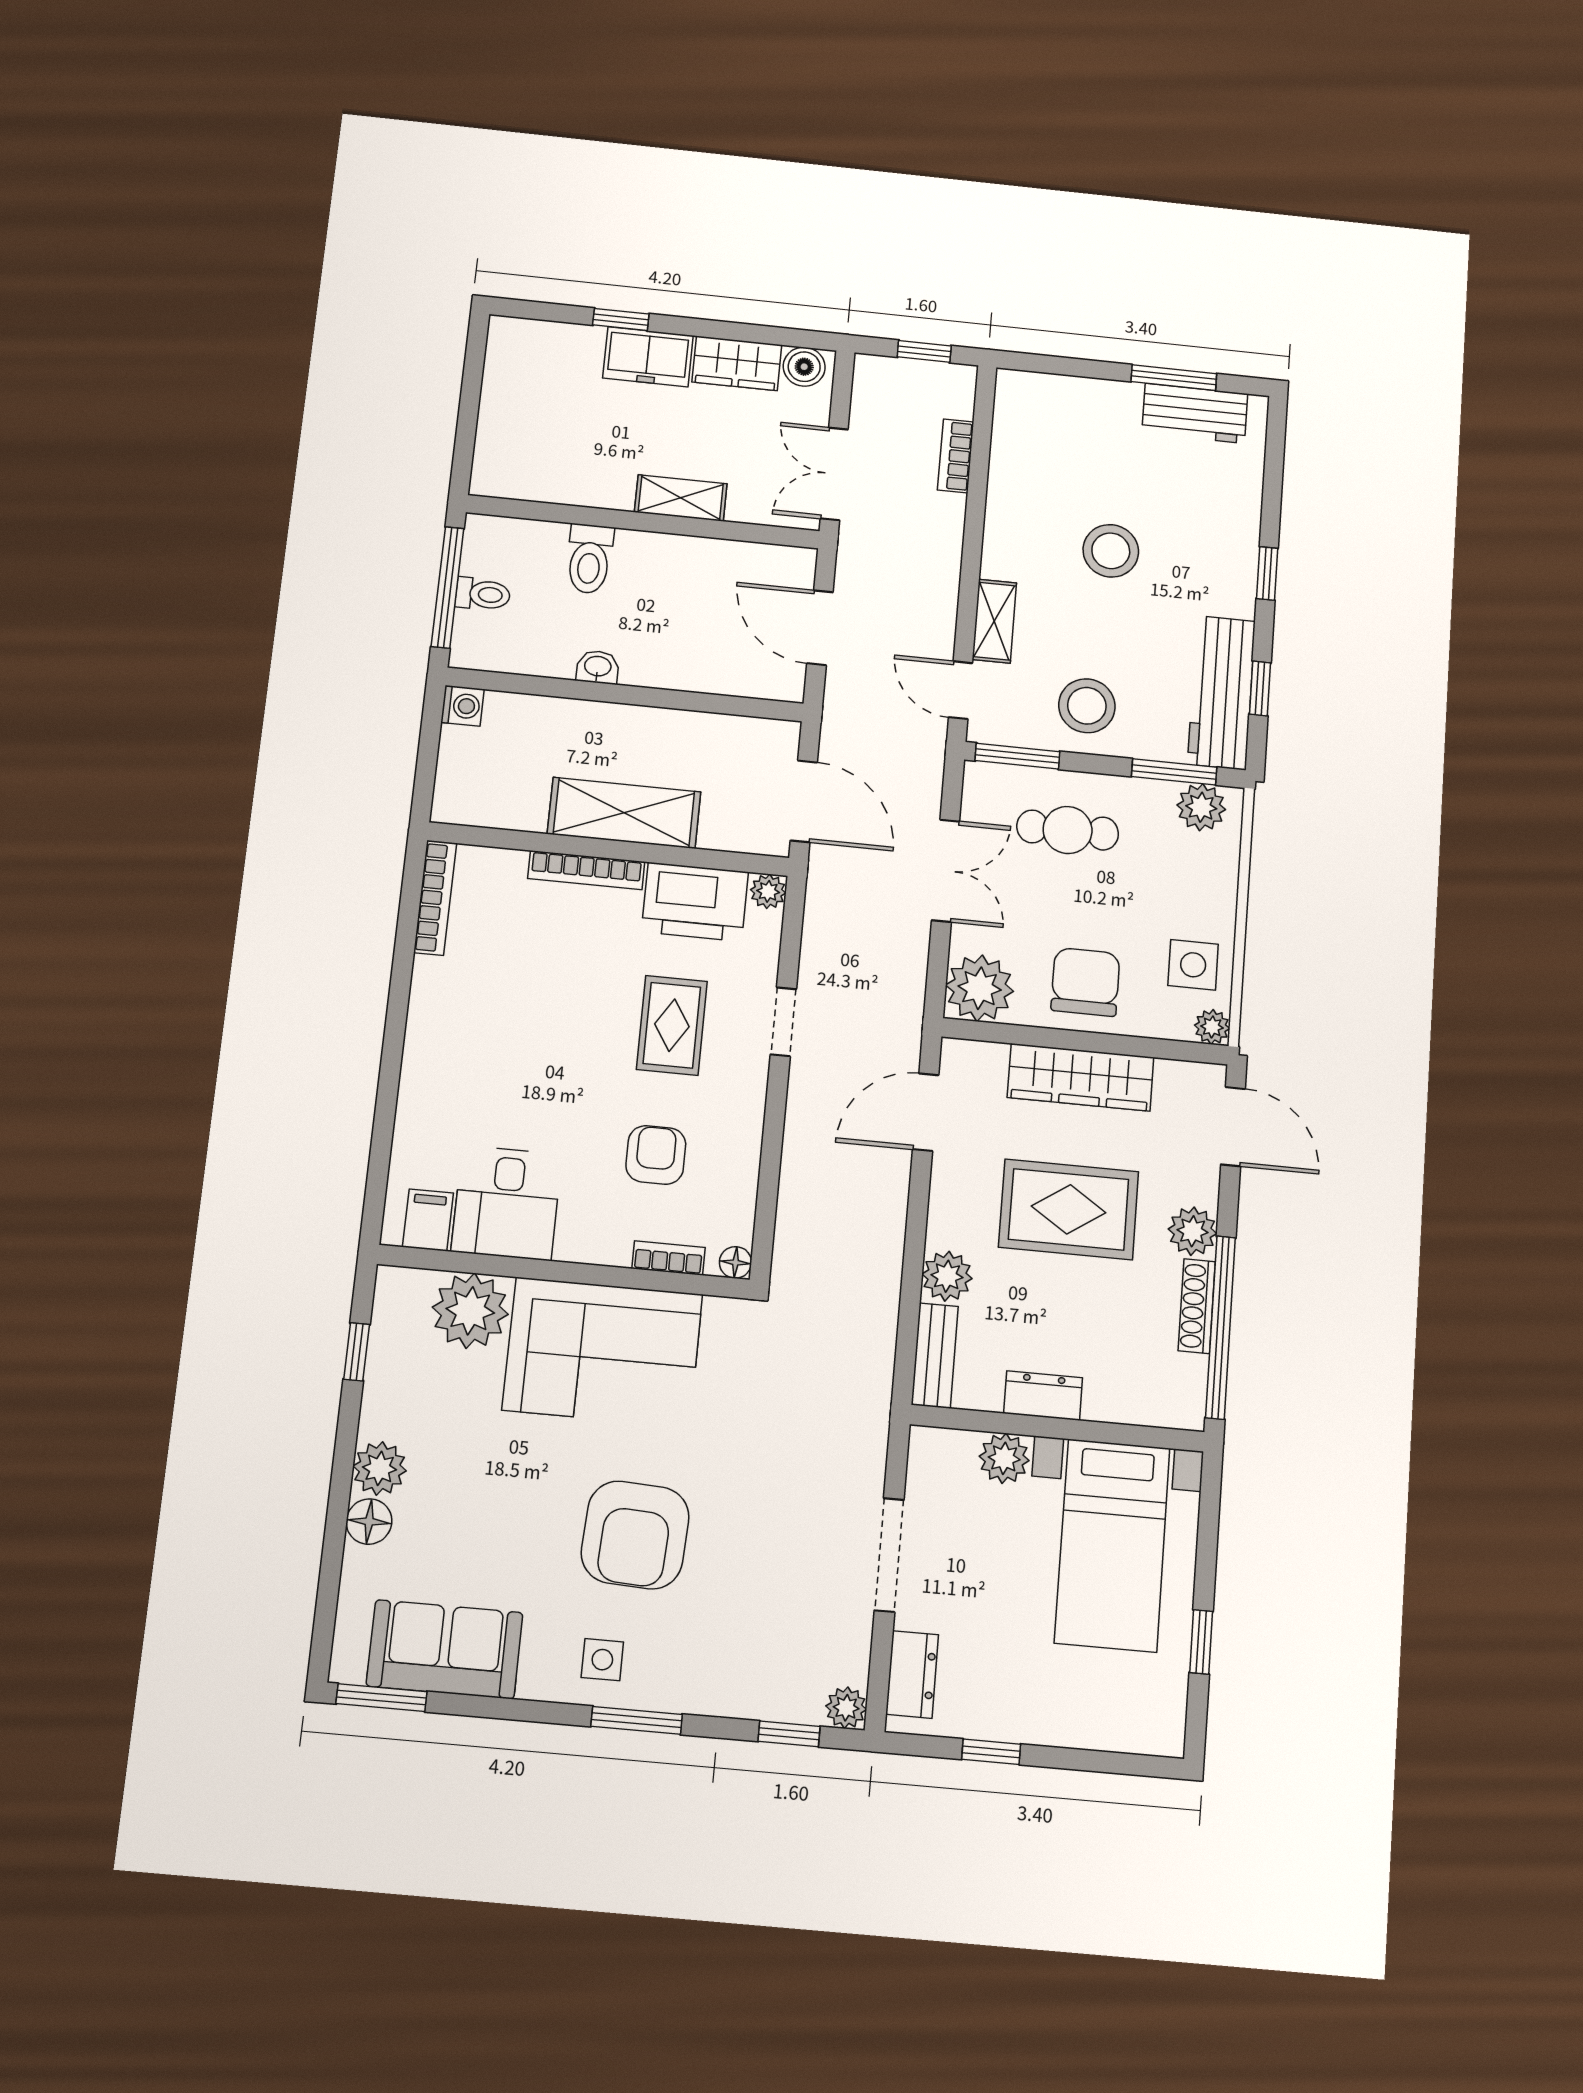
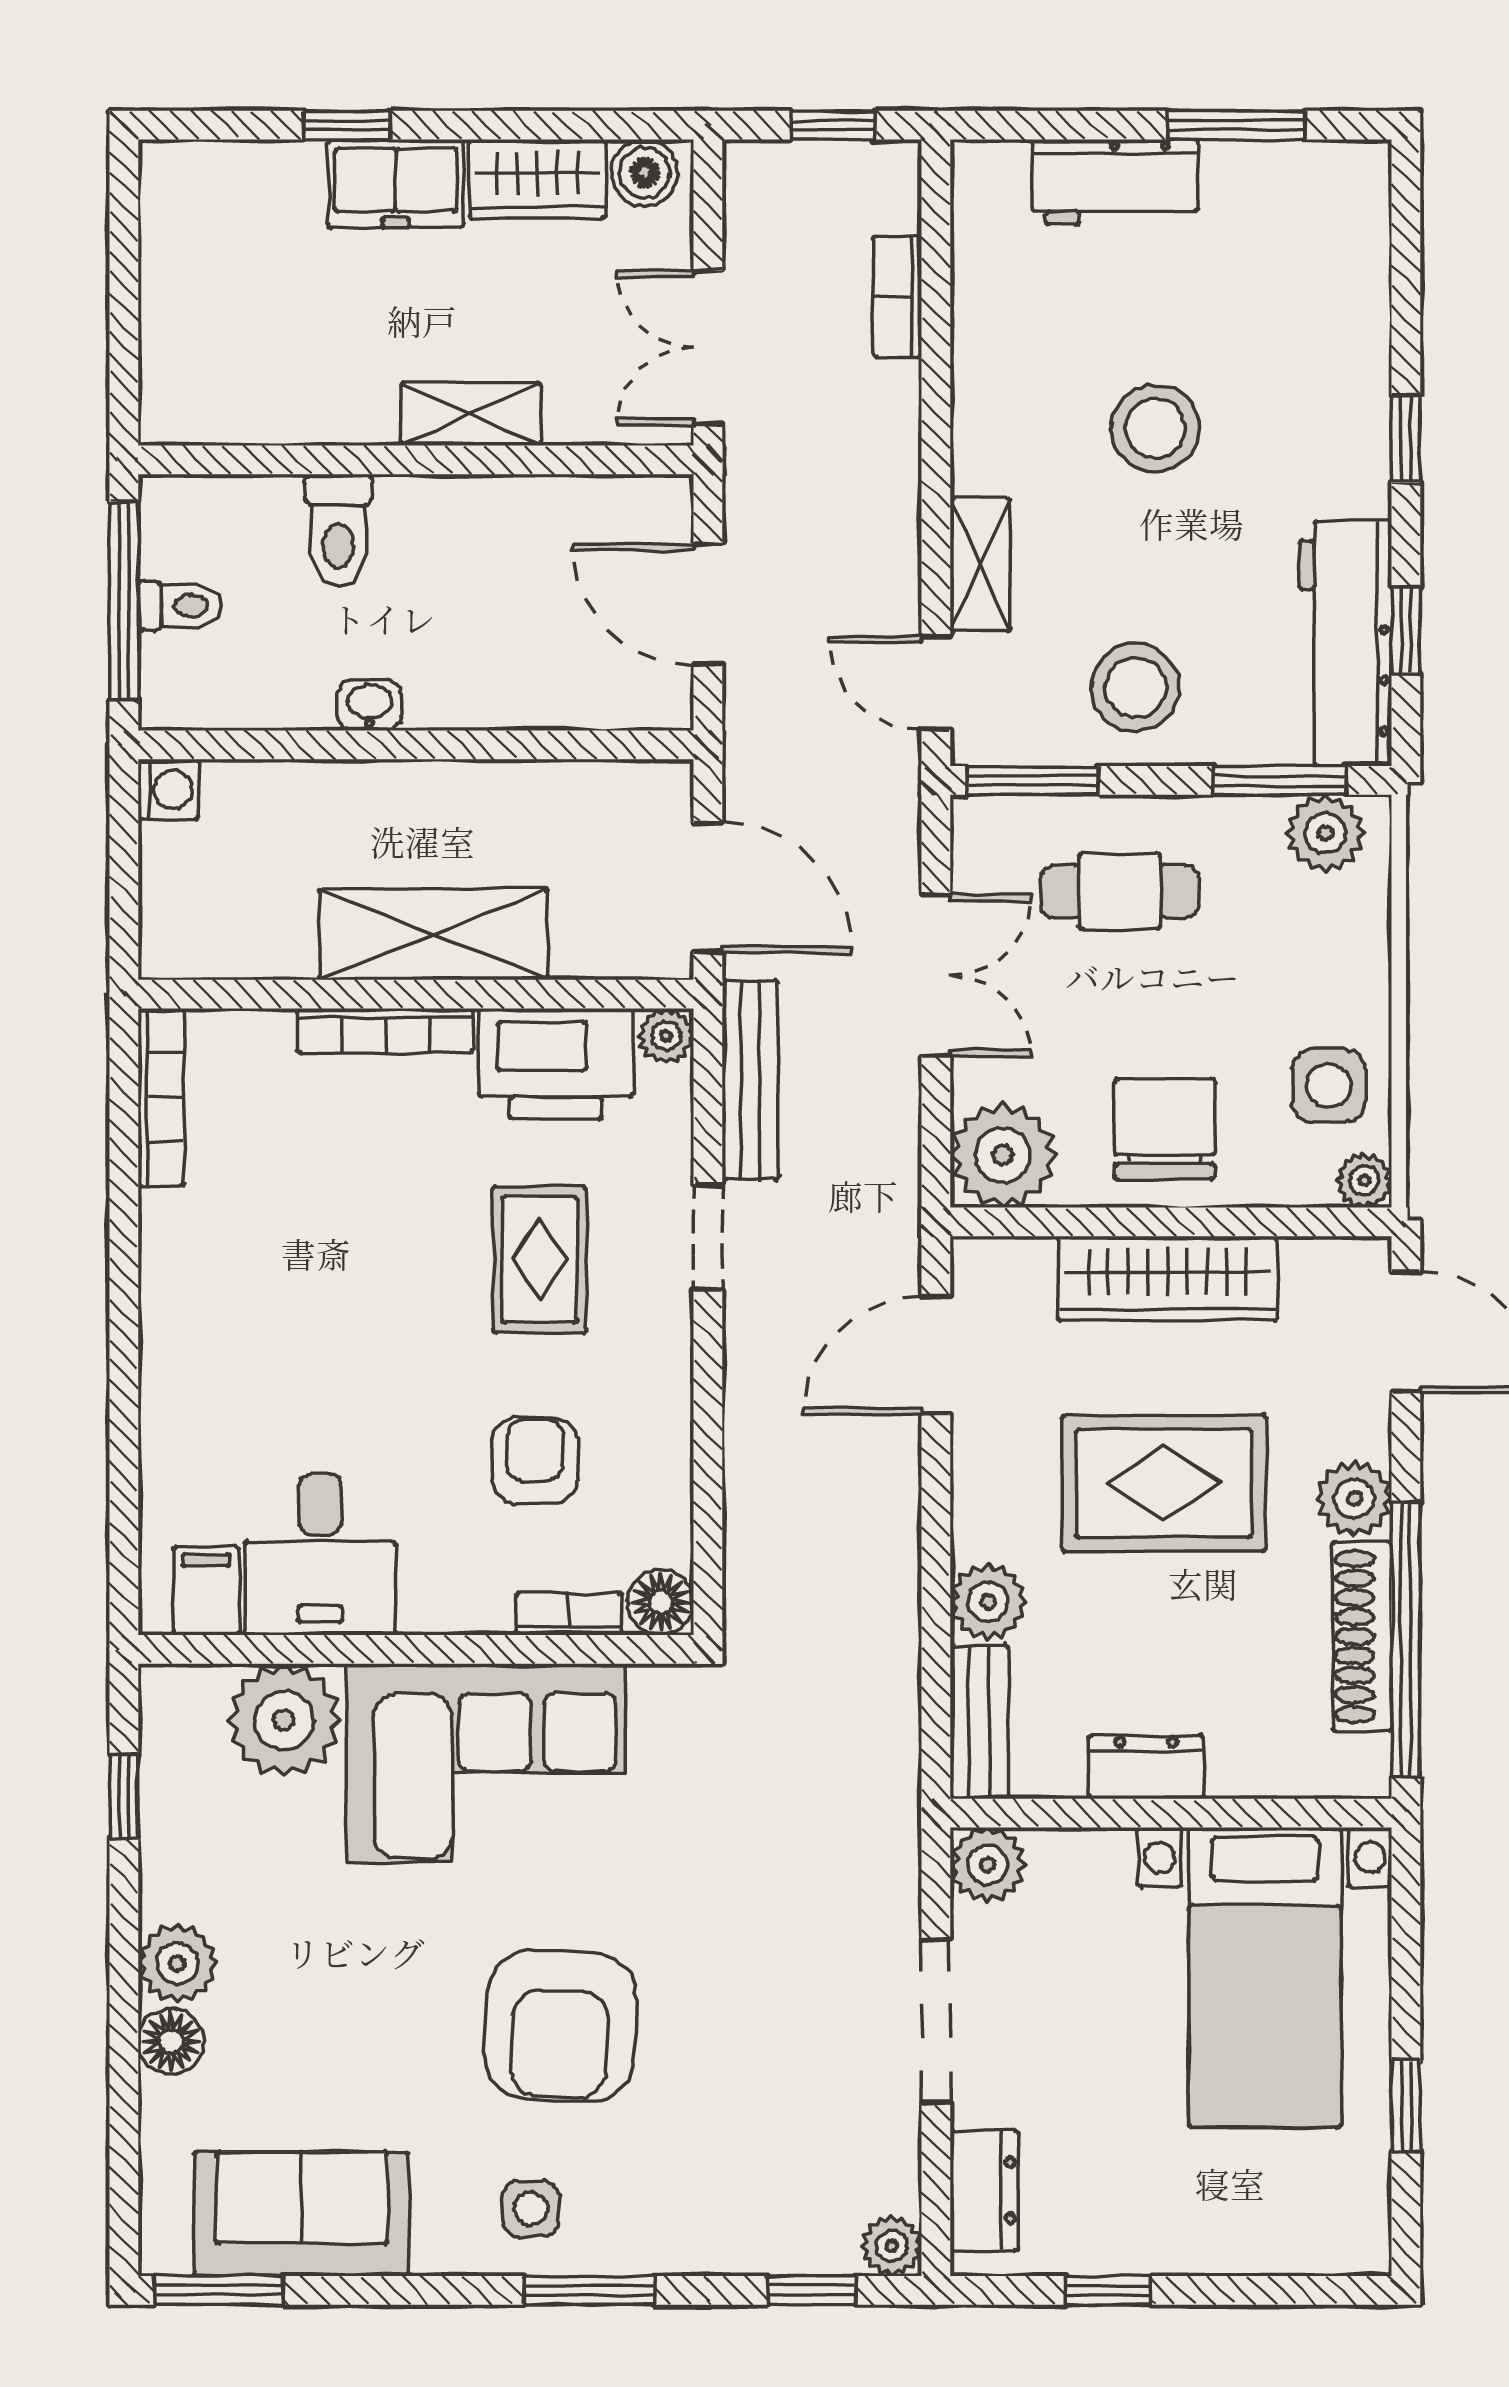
workbench: (1195, 413) -> (1115, 182), moved
bench: (820, 925) -> (750, 1080), added
floor lamp: (735, 1262) -> (661, 1602), width x1.37, depth x1.37
shoe rack: (1197, 1306) -> (1362, 1637), width x1.36, depth x1.24
plant: (1004, 1458) -> (988, 1865), moved

